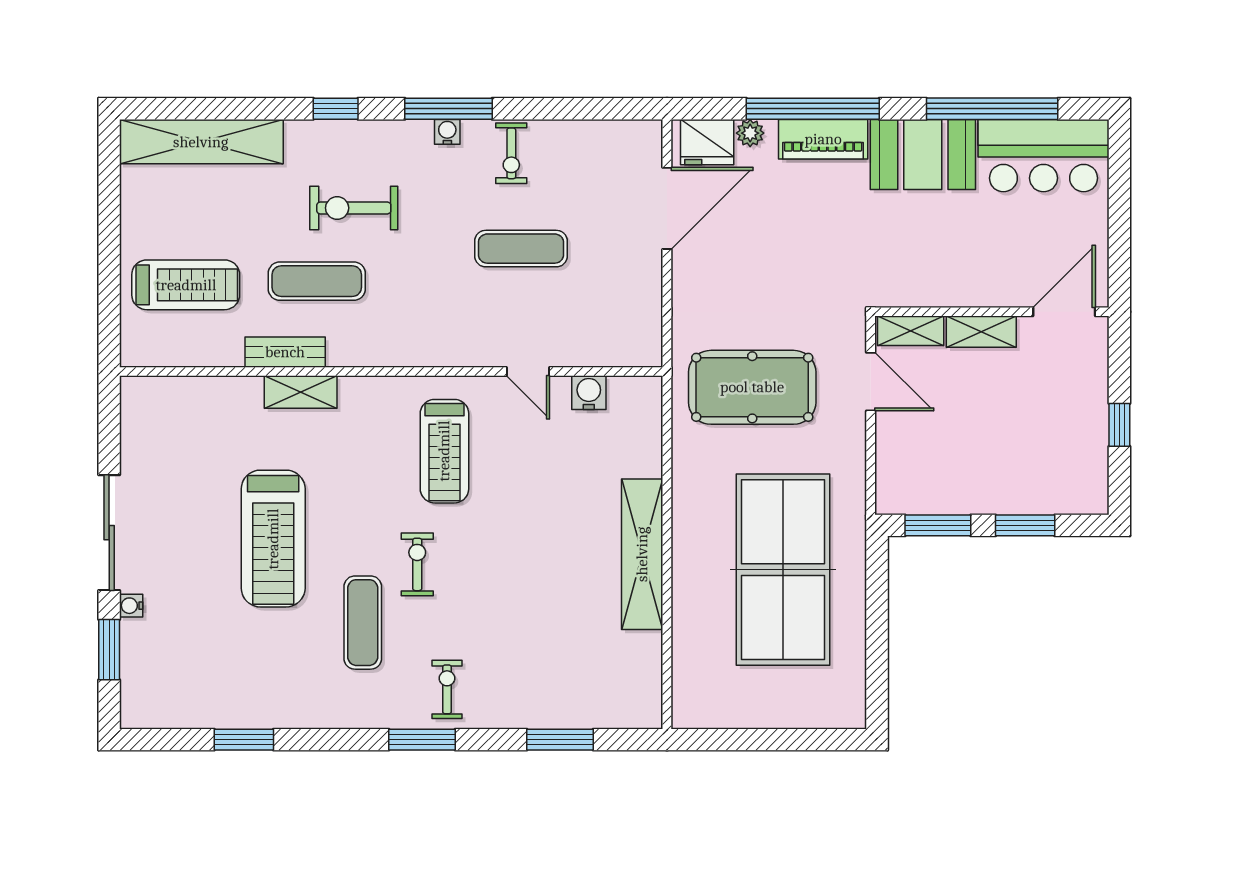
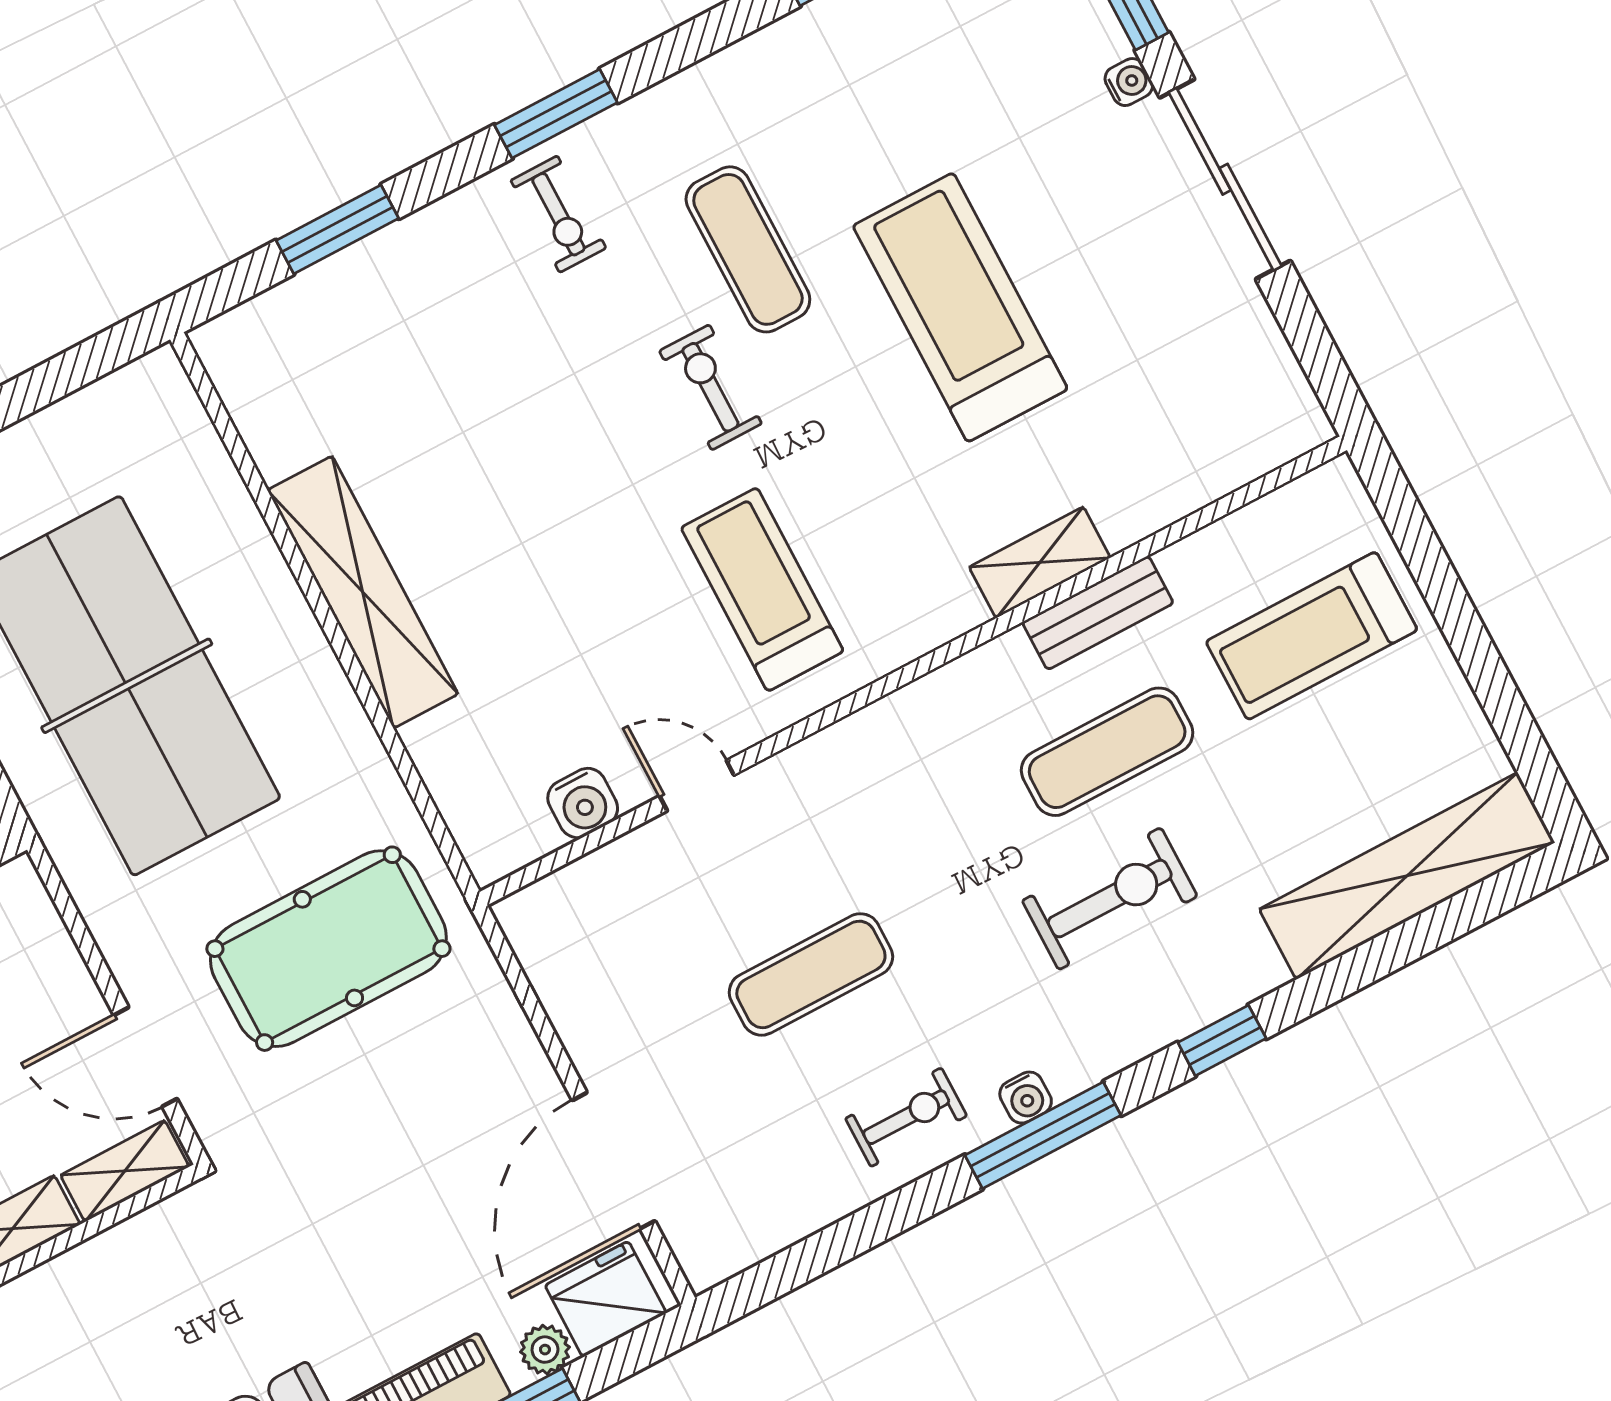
exercise bike: (511, 153) -> (906, 1117), turned 90
exercise bike: (417, 564) -> (710, 387), turned 180

